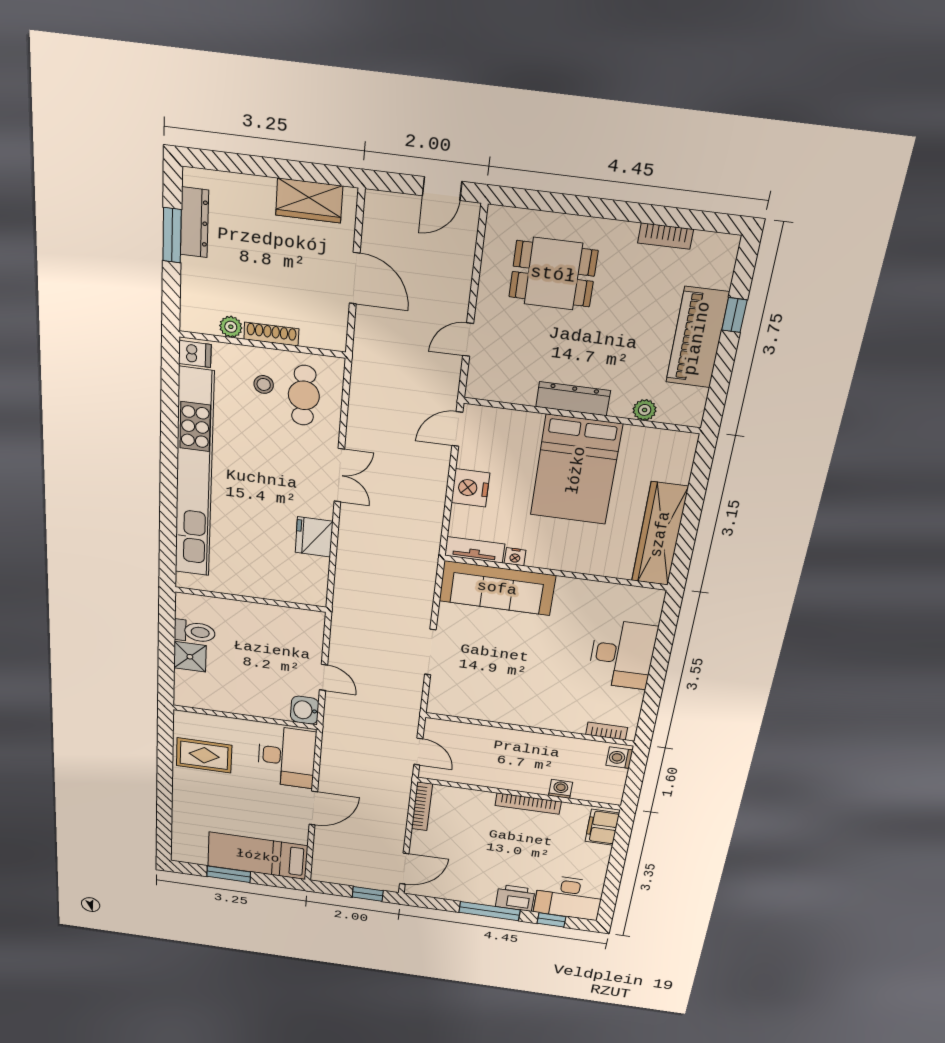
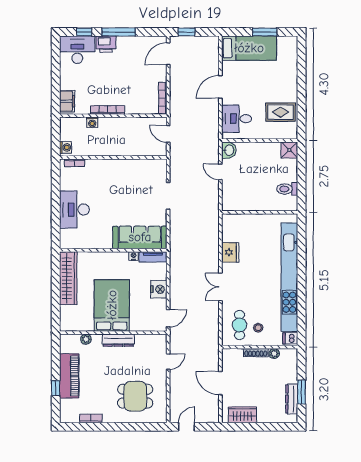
shower: (190, 657) -> (289, 150), moved
desk: (287, 757) -> (237, 119), width x0.73

